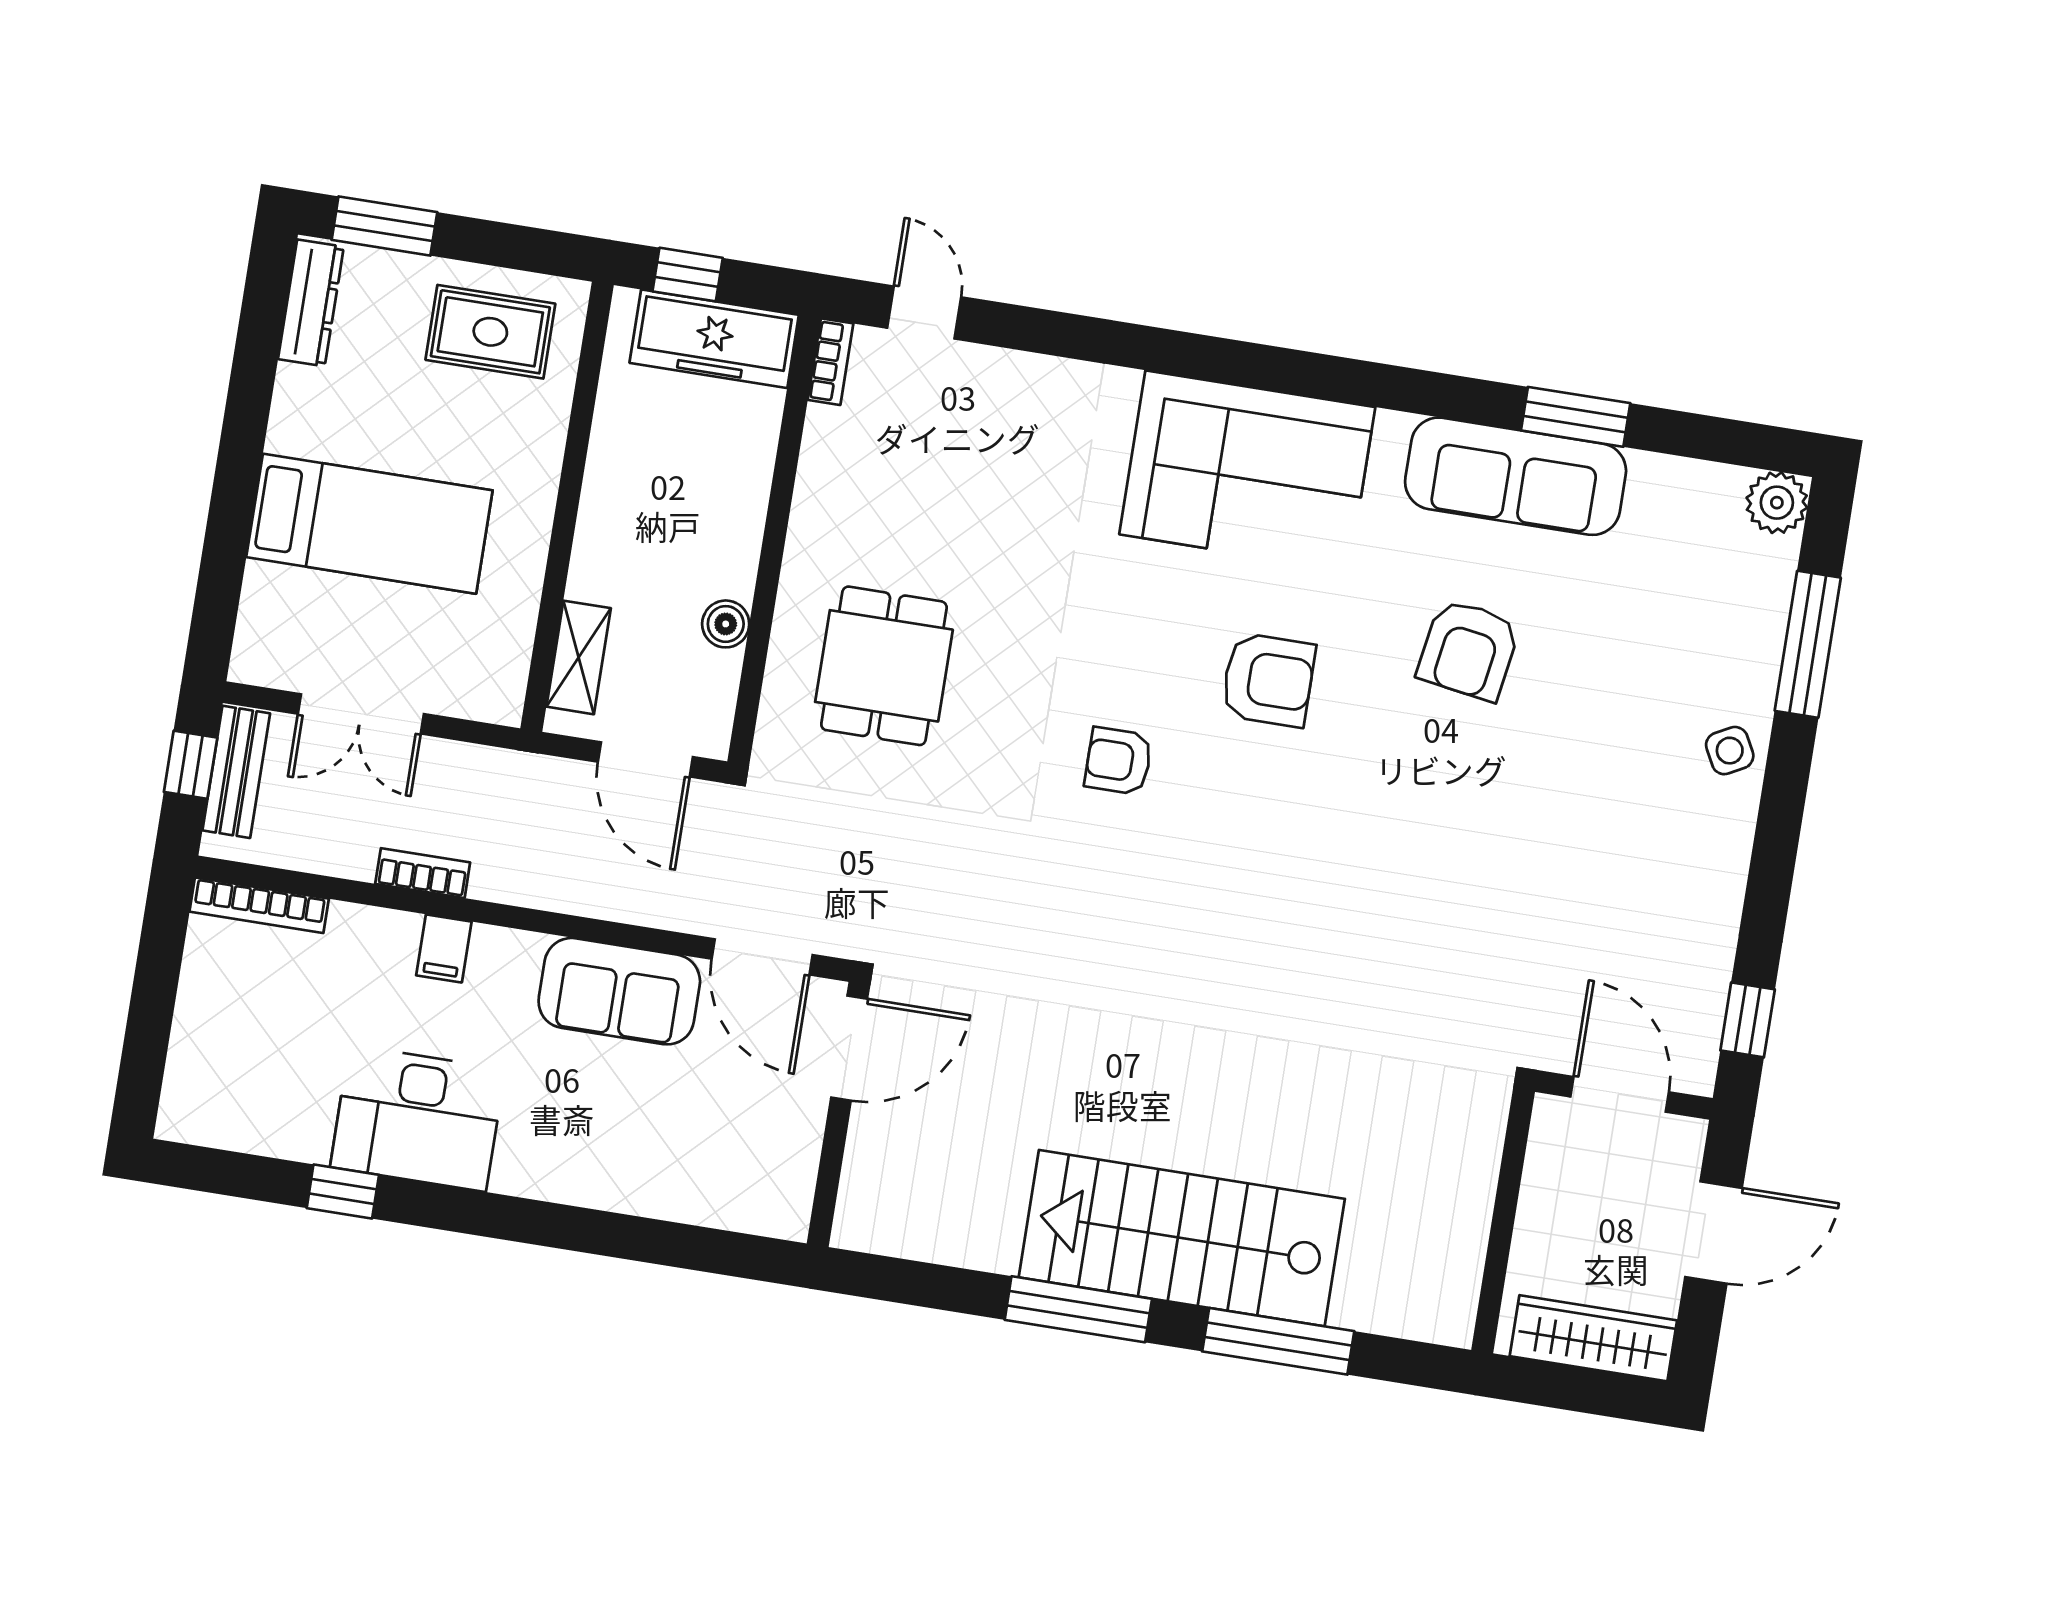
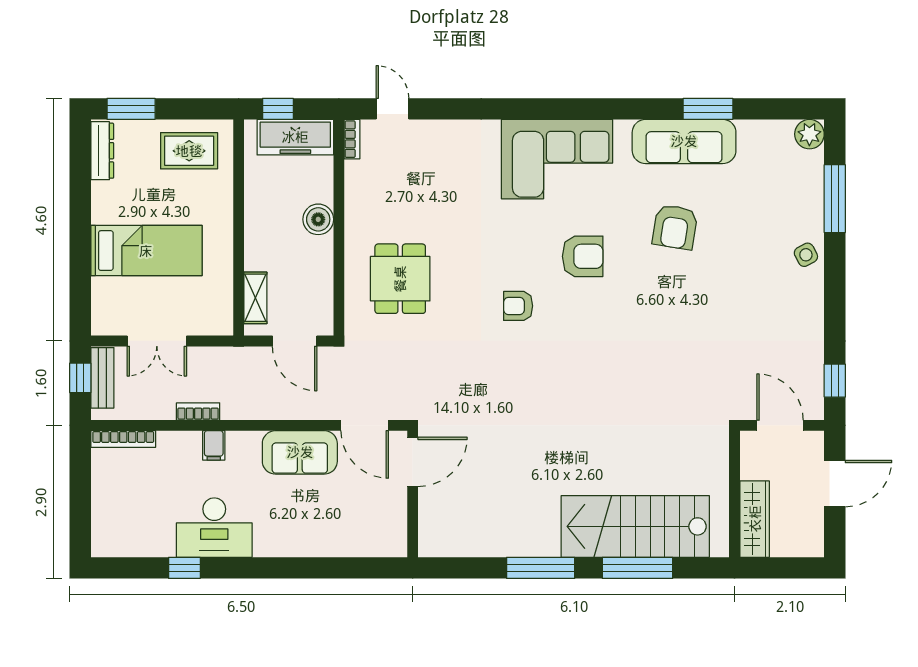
boiler: (726, 624) -> (318, 219), moved, width x1.36, depth x1.36
stairs: (1182, 1238) -> (635, 526), moved
wardrobe: (1593, 1338) -> (755, 519), moved, turned 90

